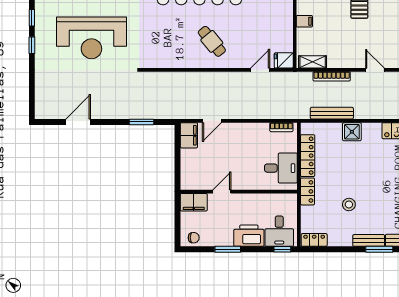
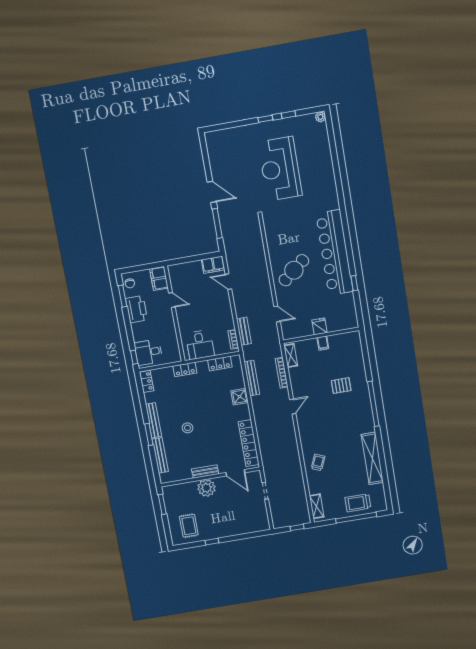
cafe table: (212, 41) -> (294, 270), width x1.37, depth x1.35
fridge: (284, 60) -> (320, 326), moved
bench: (274, 113) -> (244, 331), added
door: (78, 122) -> (212, 192), moved
window: (142, 122) -> (217, 223), width x1.44
locker: (308, 156) -> (220, 364), width x0.66
stool: (349, 204) -> (188, 428), moved
printer: (249, 236) -> (136, 309), moved
bench: (369, 240) -> (154, 420), width x1.36
window: (228, 249) -> (122, 296), moved

